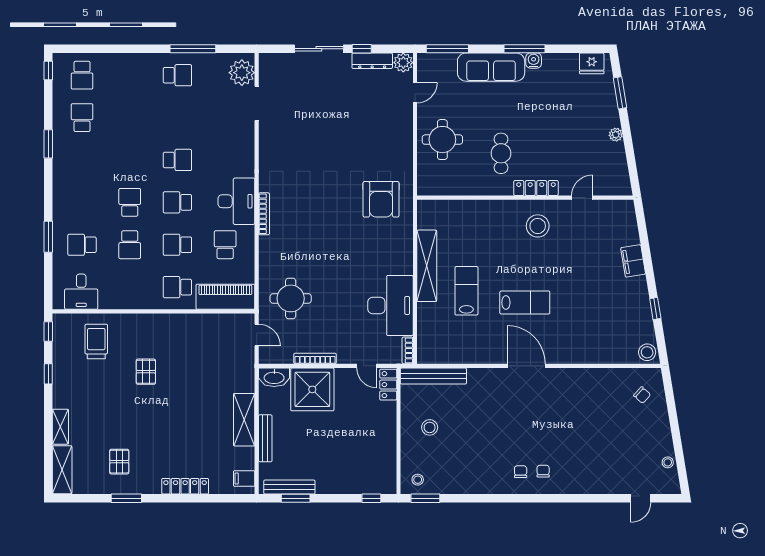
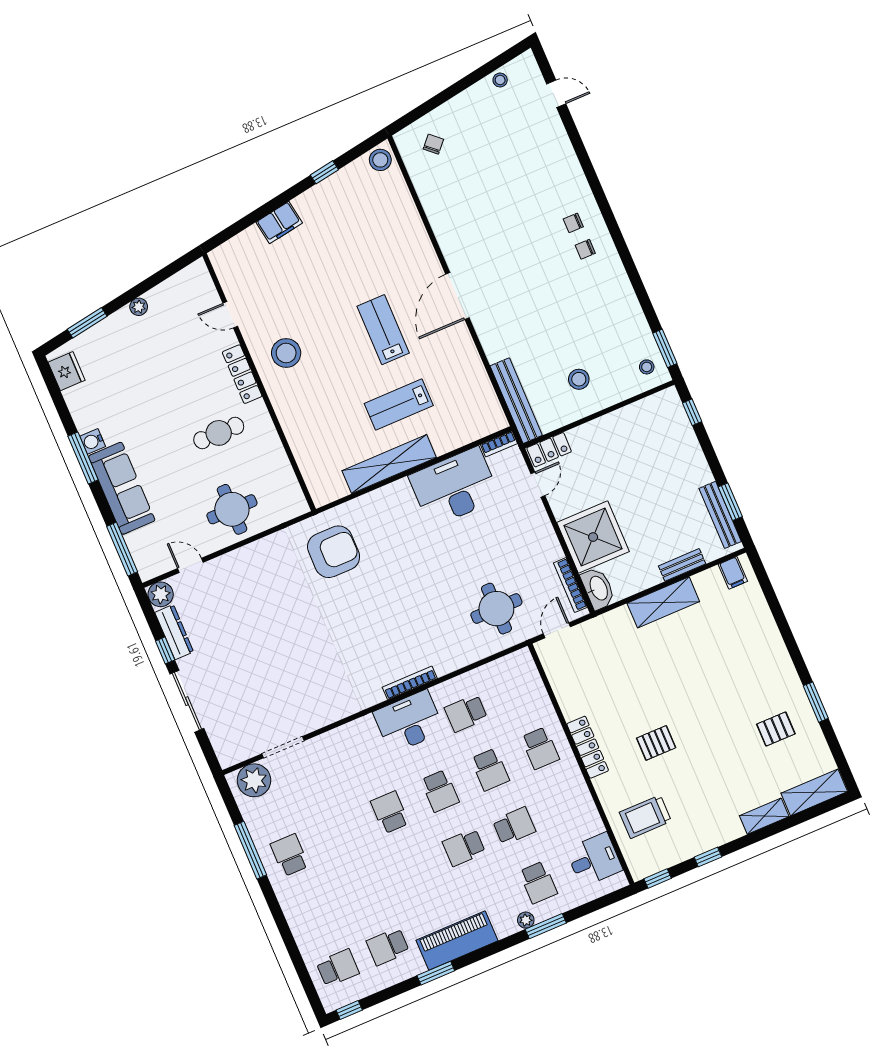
plant: (59, 224) -> (526, 920), added
piano: (225, 297) -> (457, 941), moved, turned 90
bookcase: (315, 358) -> (570, 585), moved
bench: (265, 438) -> (682, 565), width x0.73
locker: (185, 486) -> (588, 747), moved, turned 180

